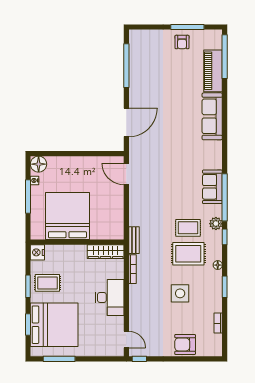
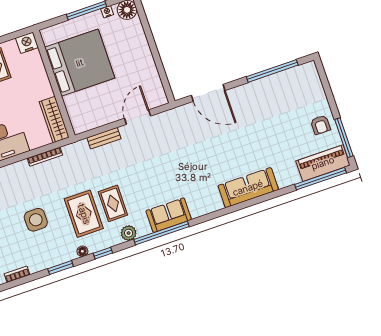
window: (187, 27) -> (344, 138), moved
armchair: (182, 42) -> (320, 125), turned -90
piano: (213, 71) -> (323, 163), moved
door: (126, 174) -> (138, 117), moved
window: (225, 237) -> (103, 253), moved
bench: (134, 240) -> (104, 138), moved

